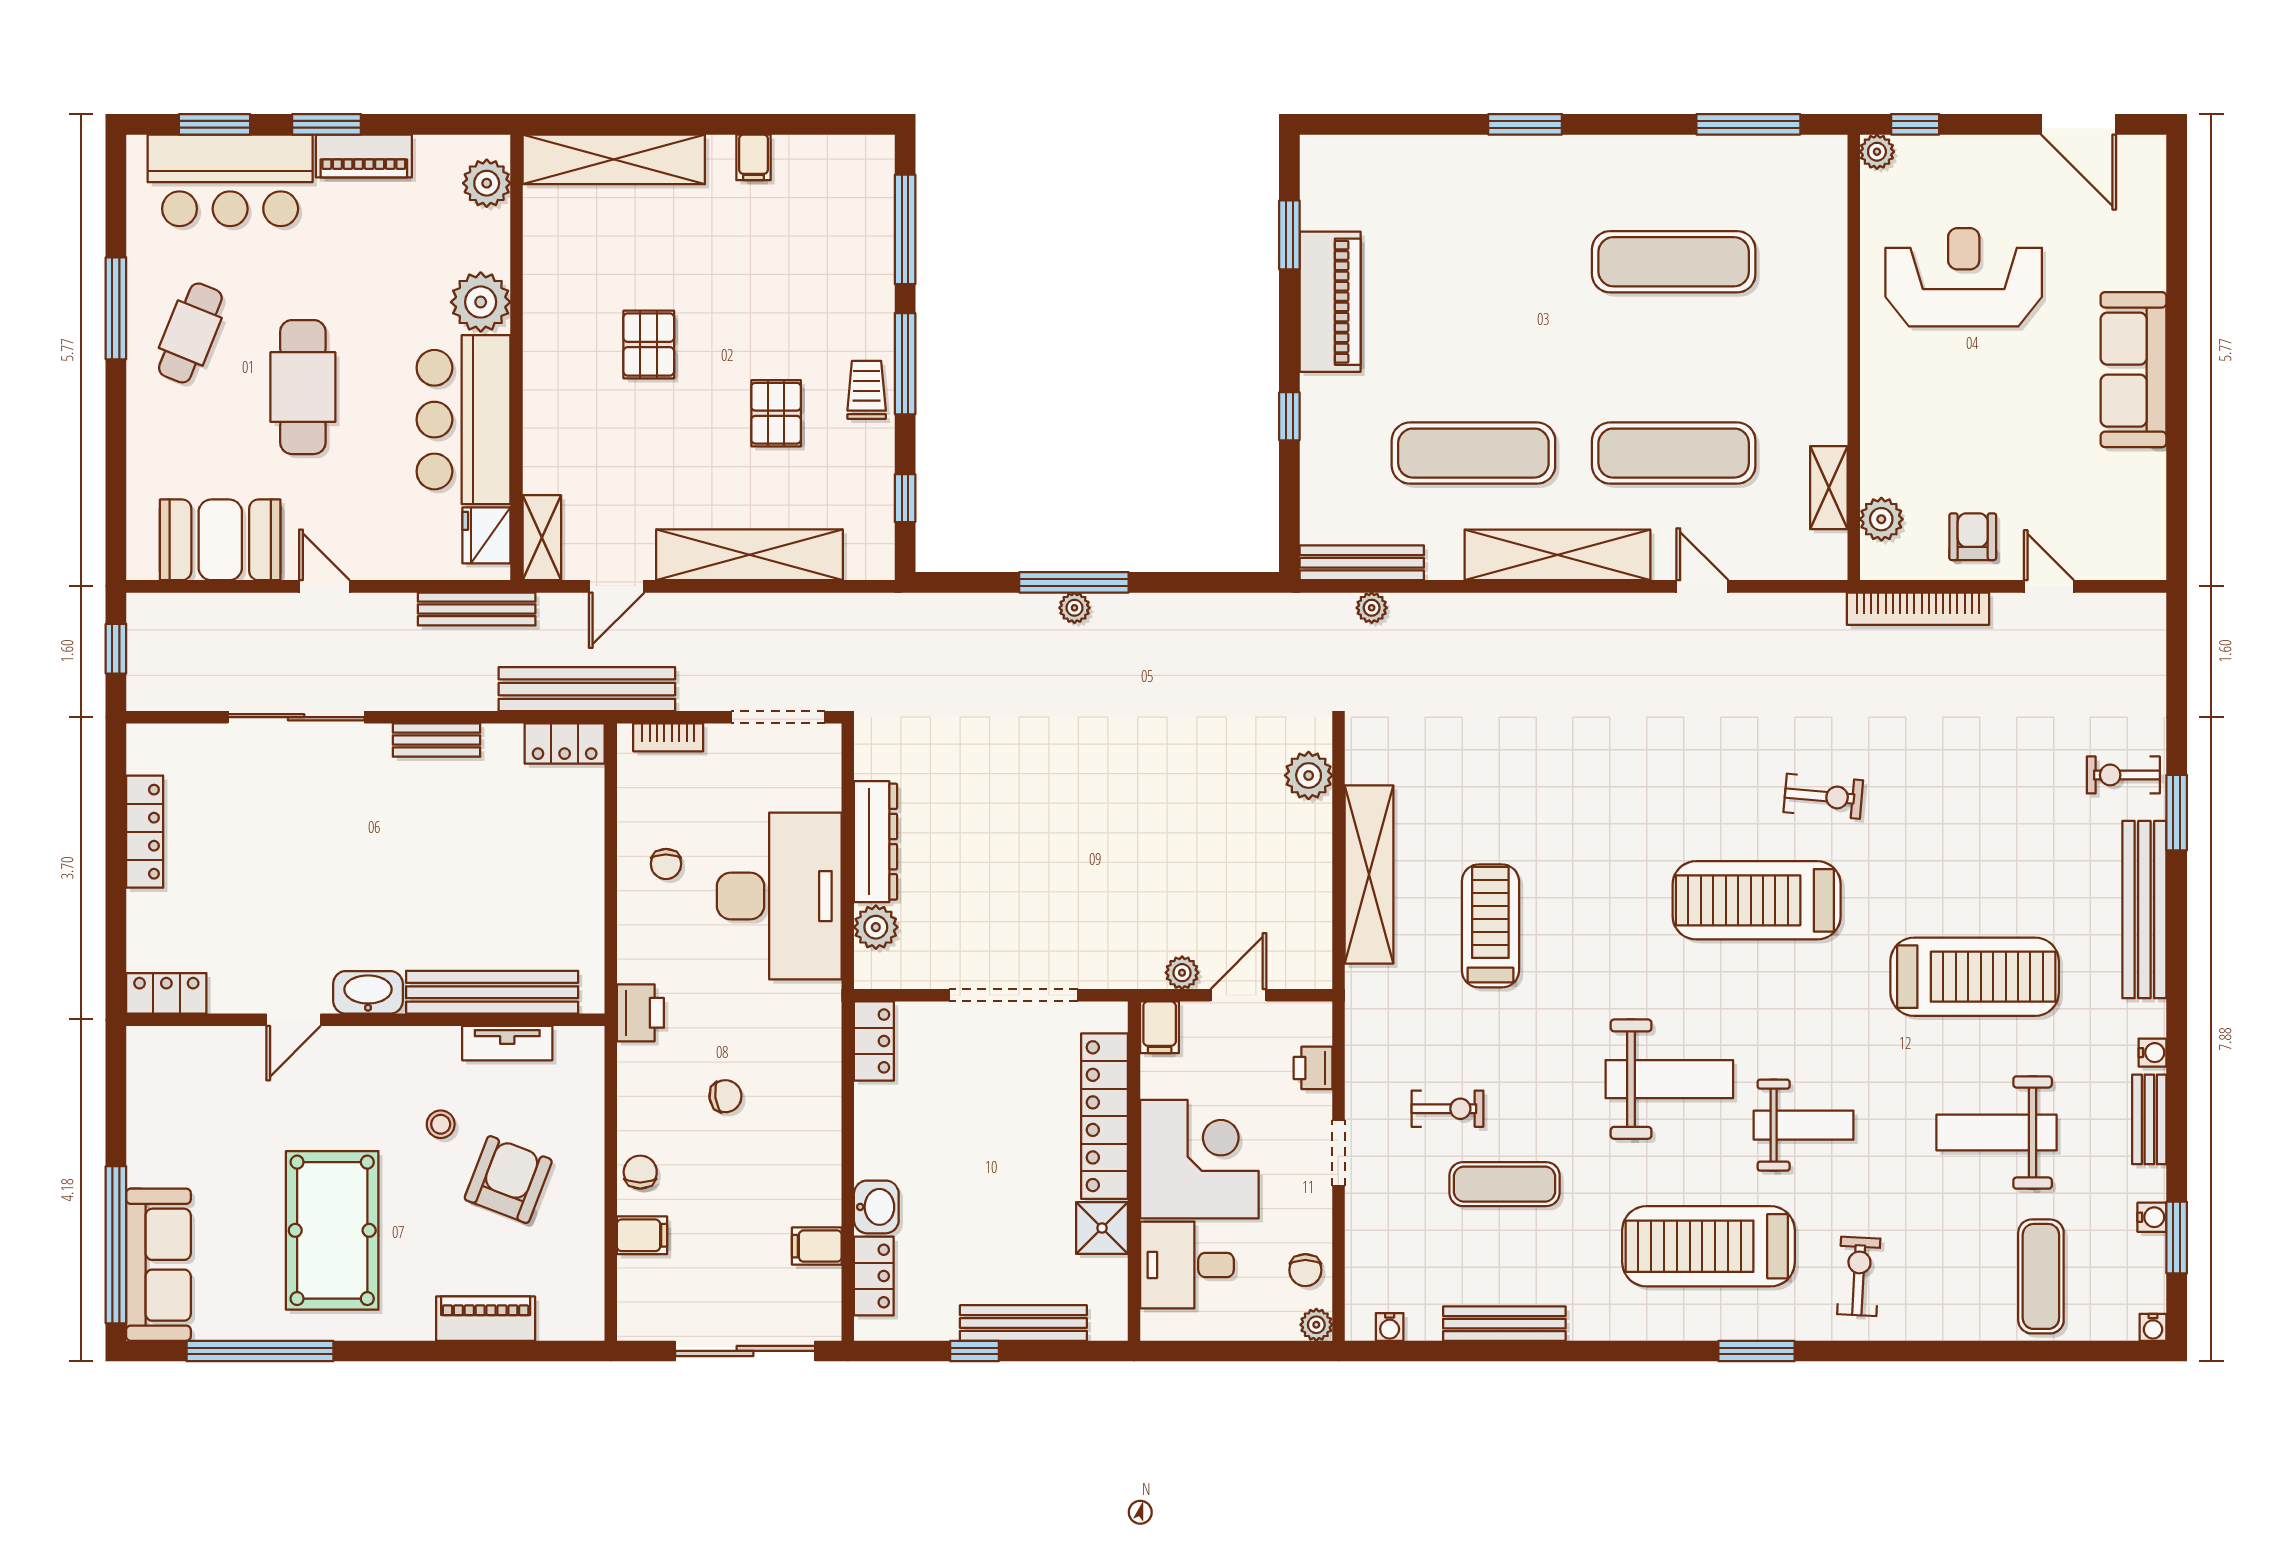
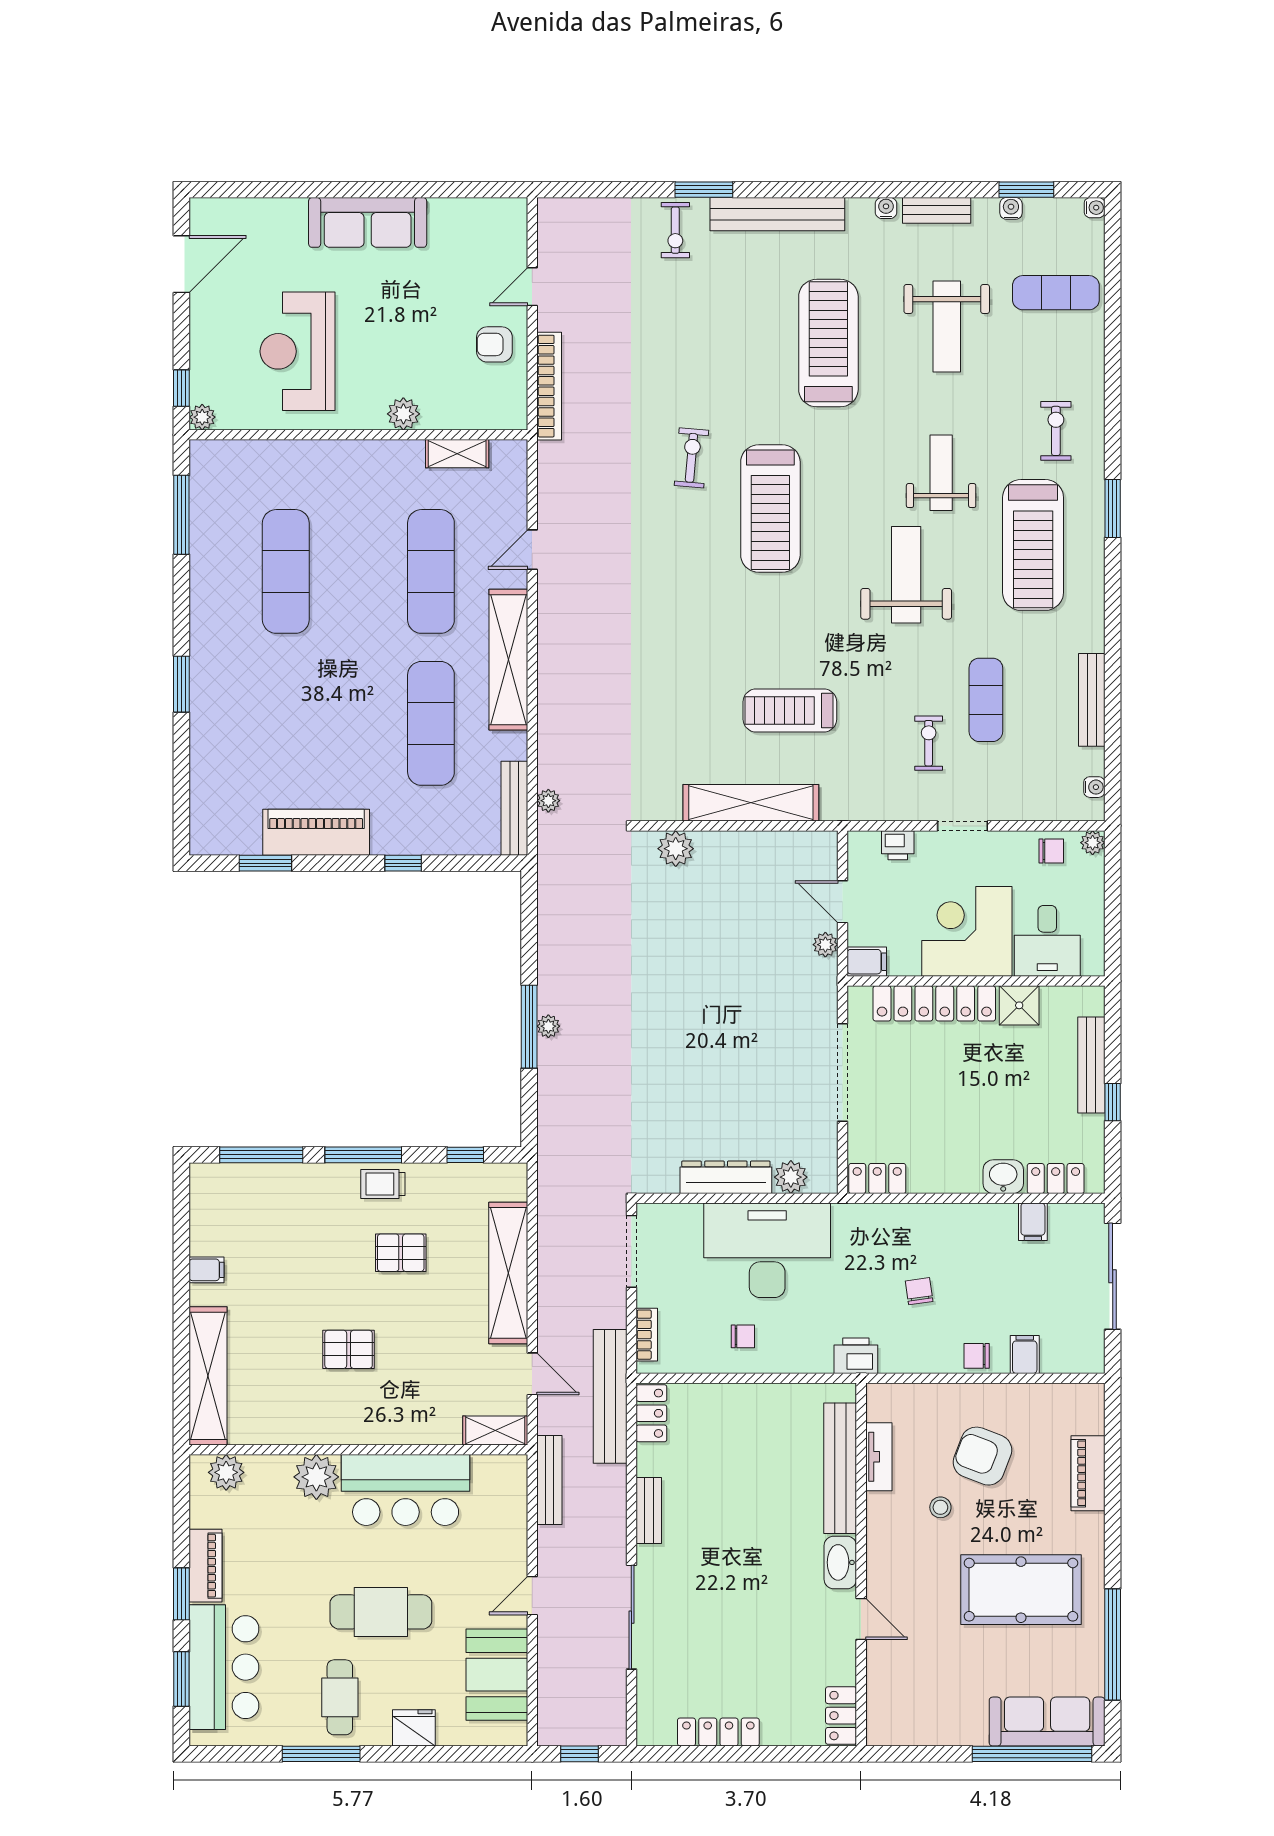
cafe table: (190, 333) -> (340, 1697), turned 68
plant: (1881, 519) -> (403, 414), moved
fridge: (486, 535) -> (414, 1728), moved, turned 180
exercise bike: (1859, 1276) -> (1056, 431), turned 87

